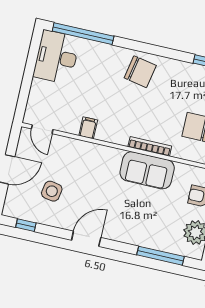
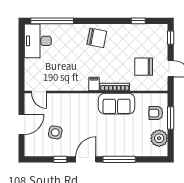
filing cabinet: (88, 128) -> (94, 84), moved
window: (26, 225) -> (60, 159), moved
window: (160, 256) -> (119, 159), moved

